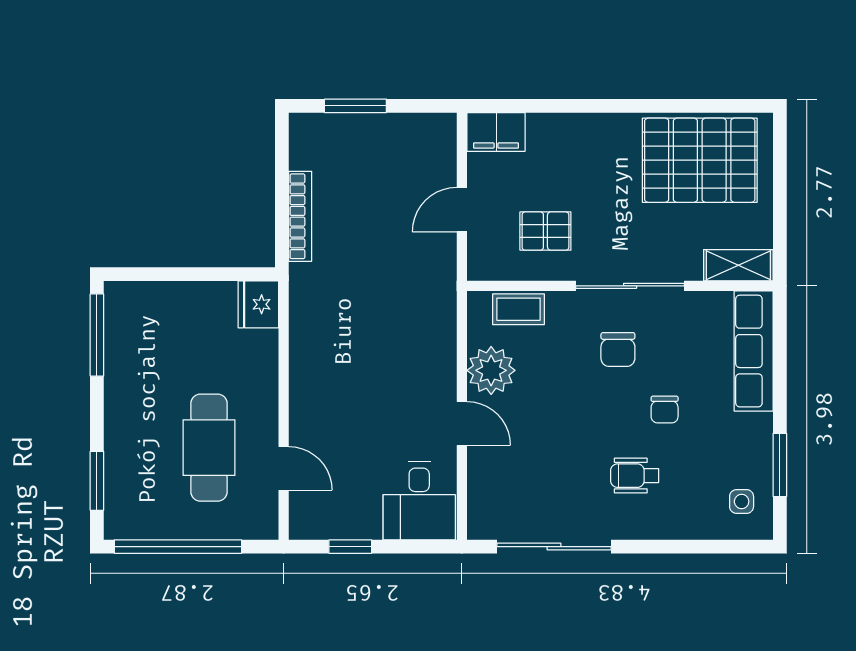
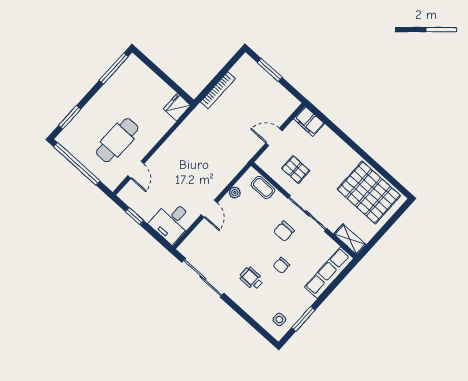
plant: (491, 370) -> (235, 193), width x0.53, depth x0.53

